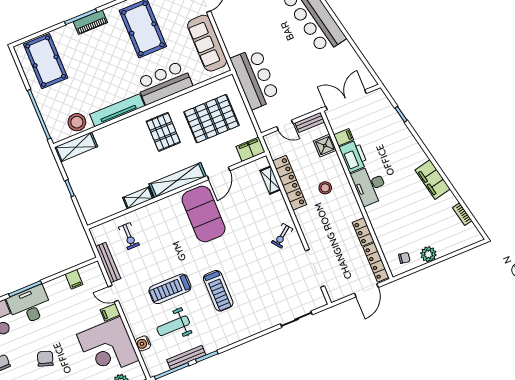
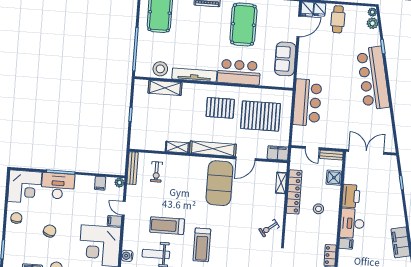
sofa: (207, 43) -> (285, 59), width x0.73
pallet: (163, 132) -> (220, 108), turned 90
filing cabinet: (344, 137) -> (346, 244), moved
shelving: (76, 147) -> (165, 88), moved
bench: (108, 262) -> (133, 168), moved
plant: (95, 268) -> (119, 183), added

